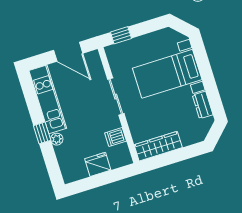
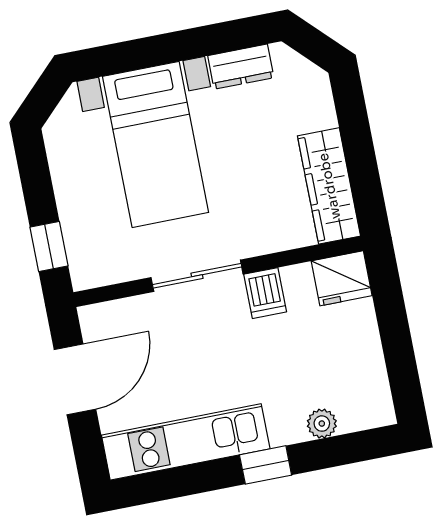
dishwasher: (116, 137) -> (265, 293), moved
plant: (57, 139) -> (322, 424), moved
fridge: (98, 164) -> (342, 278), moved, turned -90

